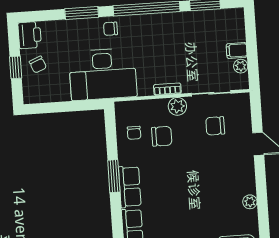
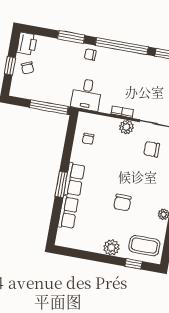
desk: (103, 74) -> (87, 95), width x0.53, depth x0.77
window: (76, 106) -> (49, 107), added
chair: (162, 136) -> (122, 203), moved, turned 90
window: (114, 176) -> (61, 184), moved

